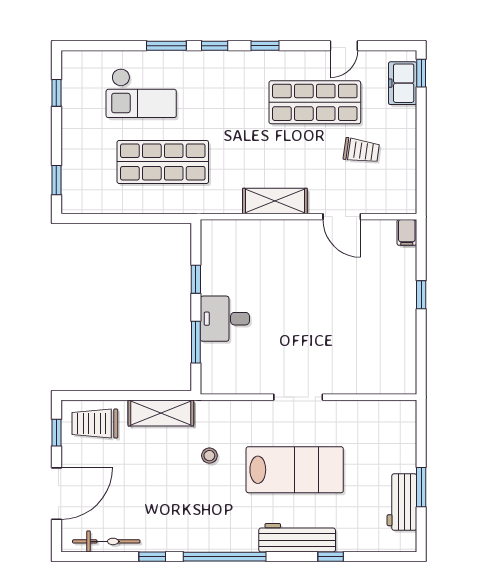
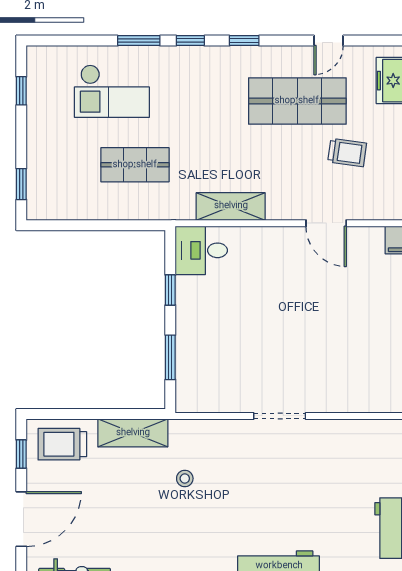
shop shelf: (163, 162) -> (135, 165), width x0.70, depth x0.74
shelving: (275, 201) -> (231, 206), moved
desk: (225, 319) -> (201, 250), moved
lab bench: (295, 470) -> (276, 494), removed

